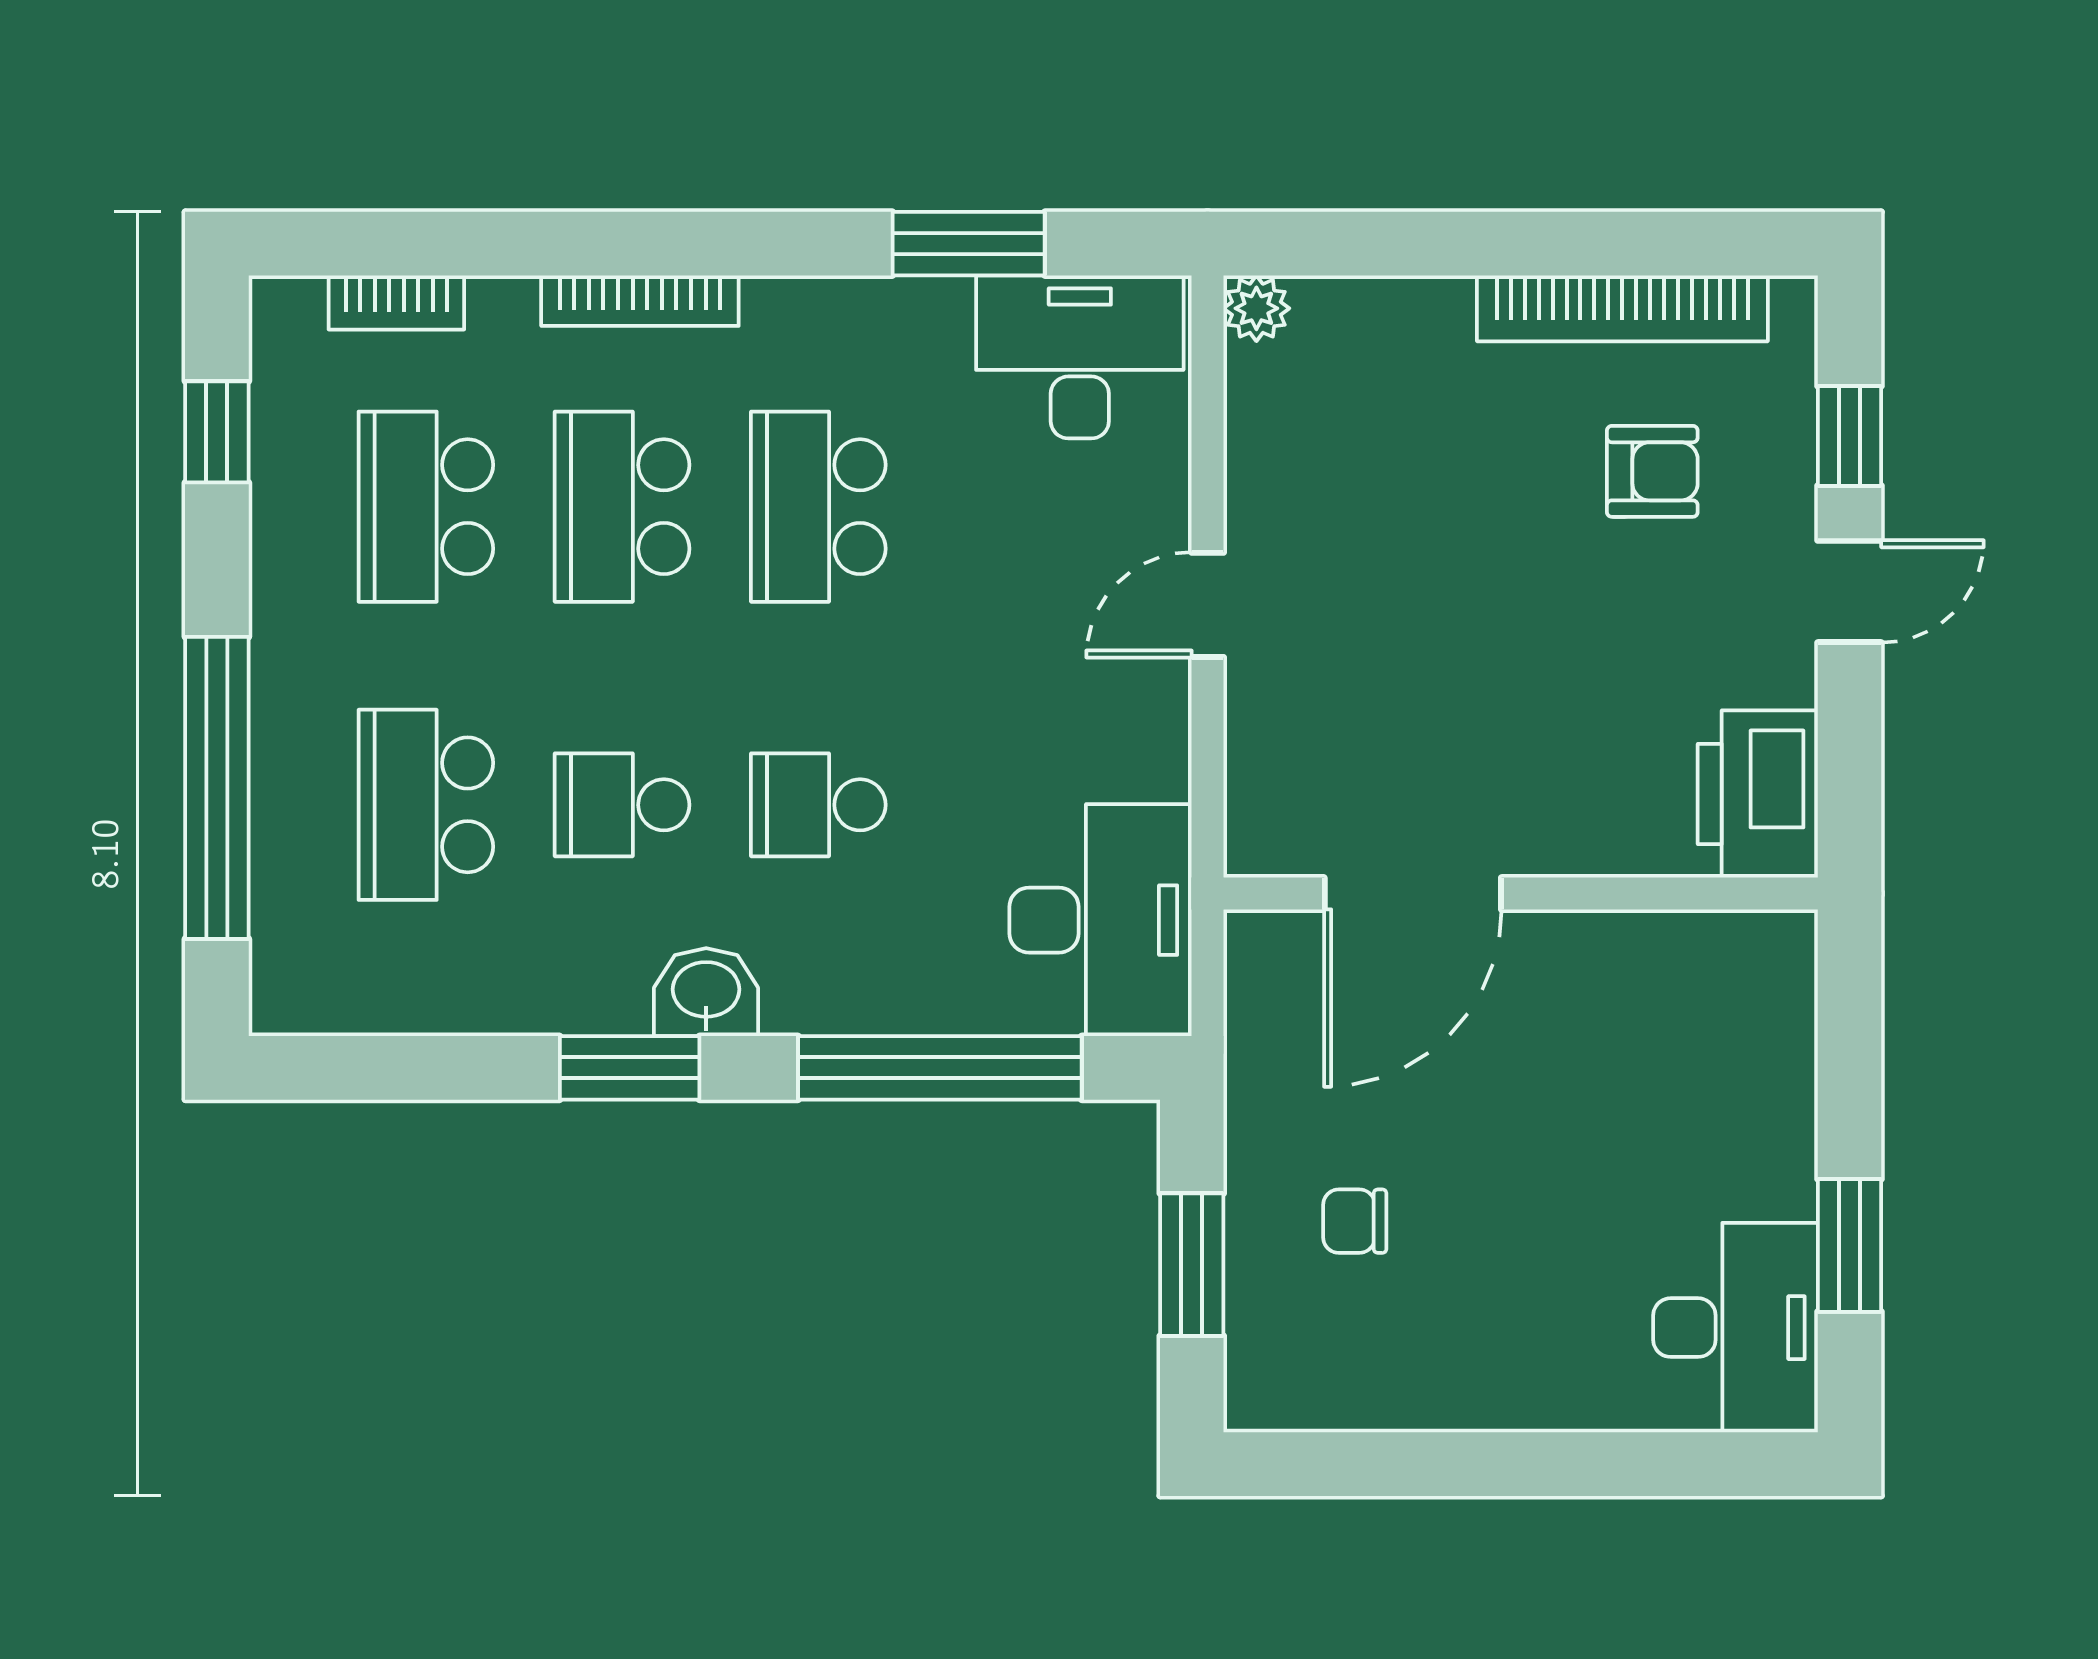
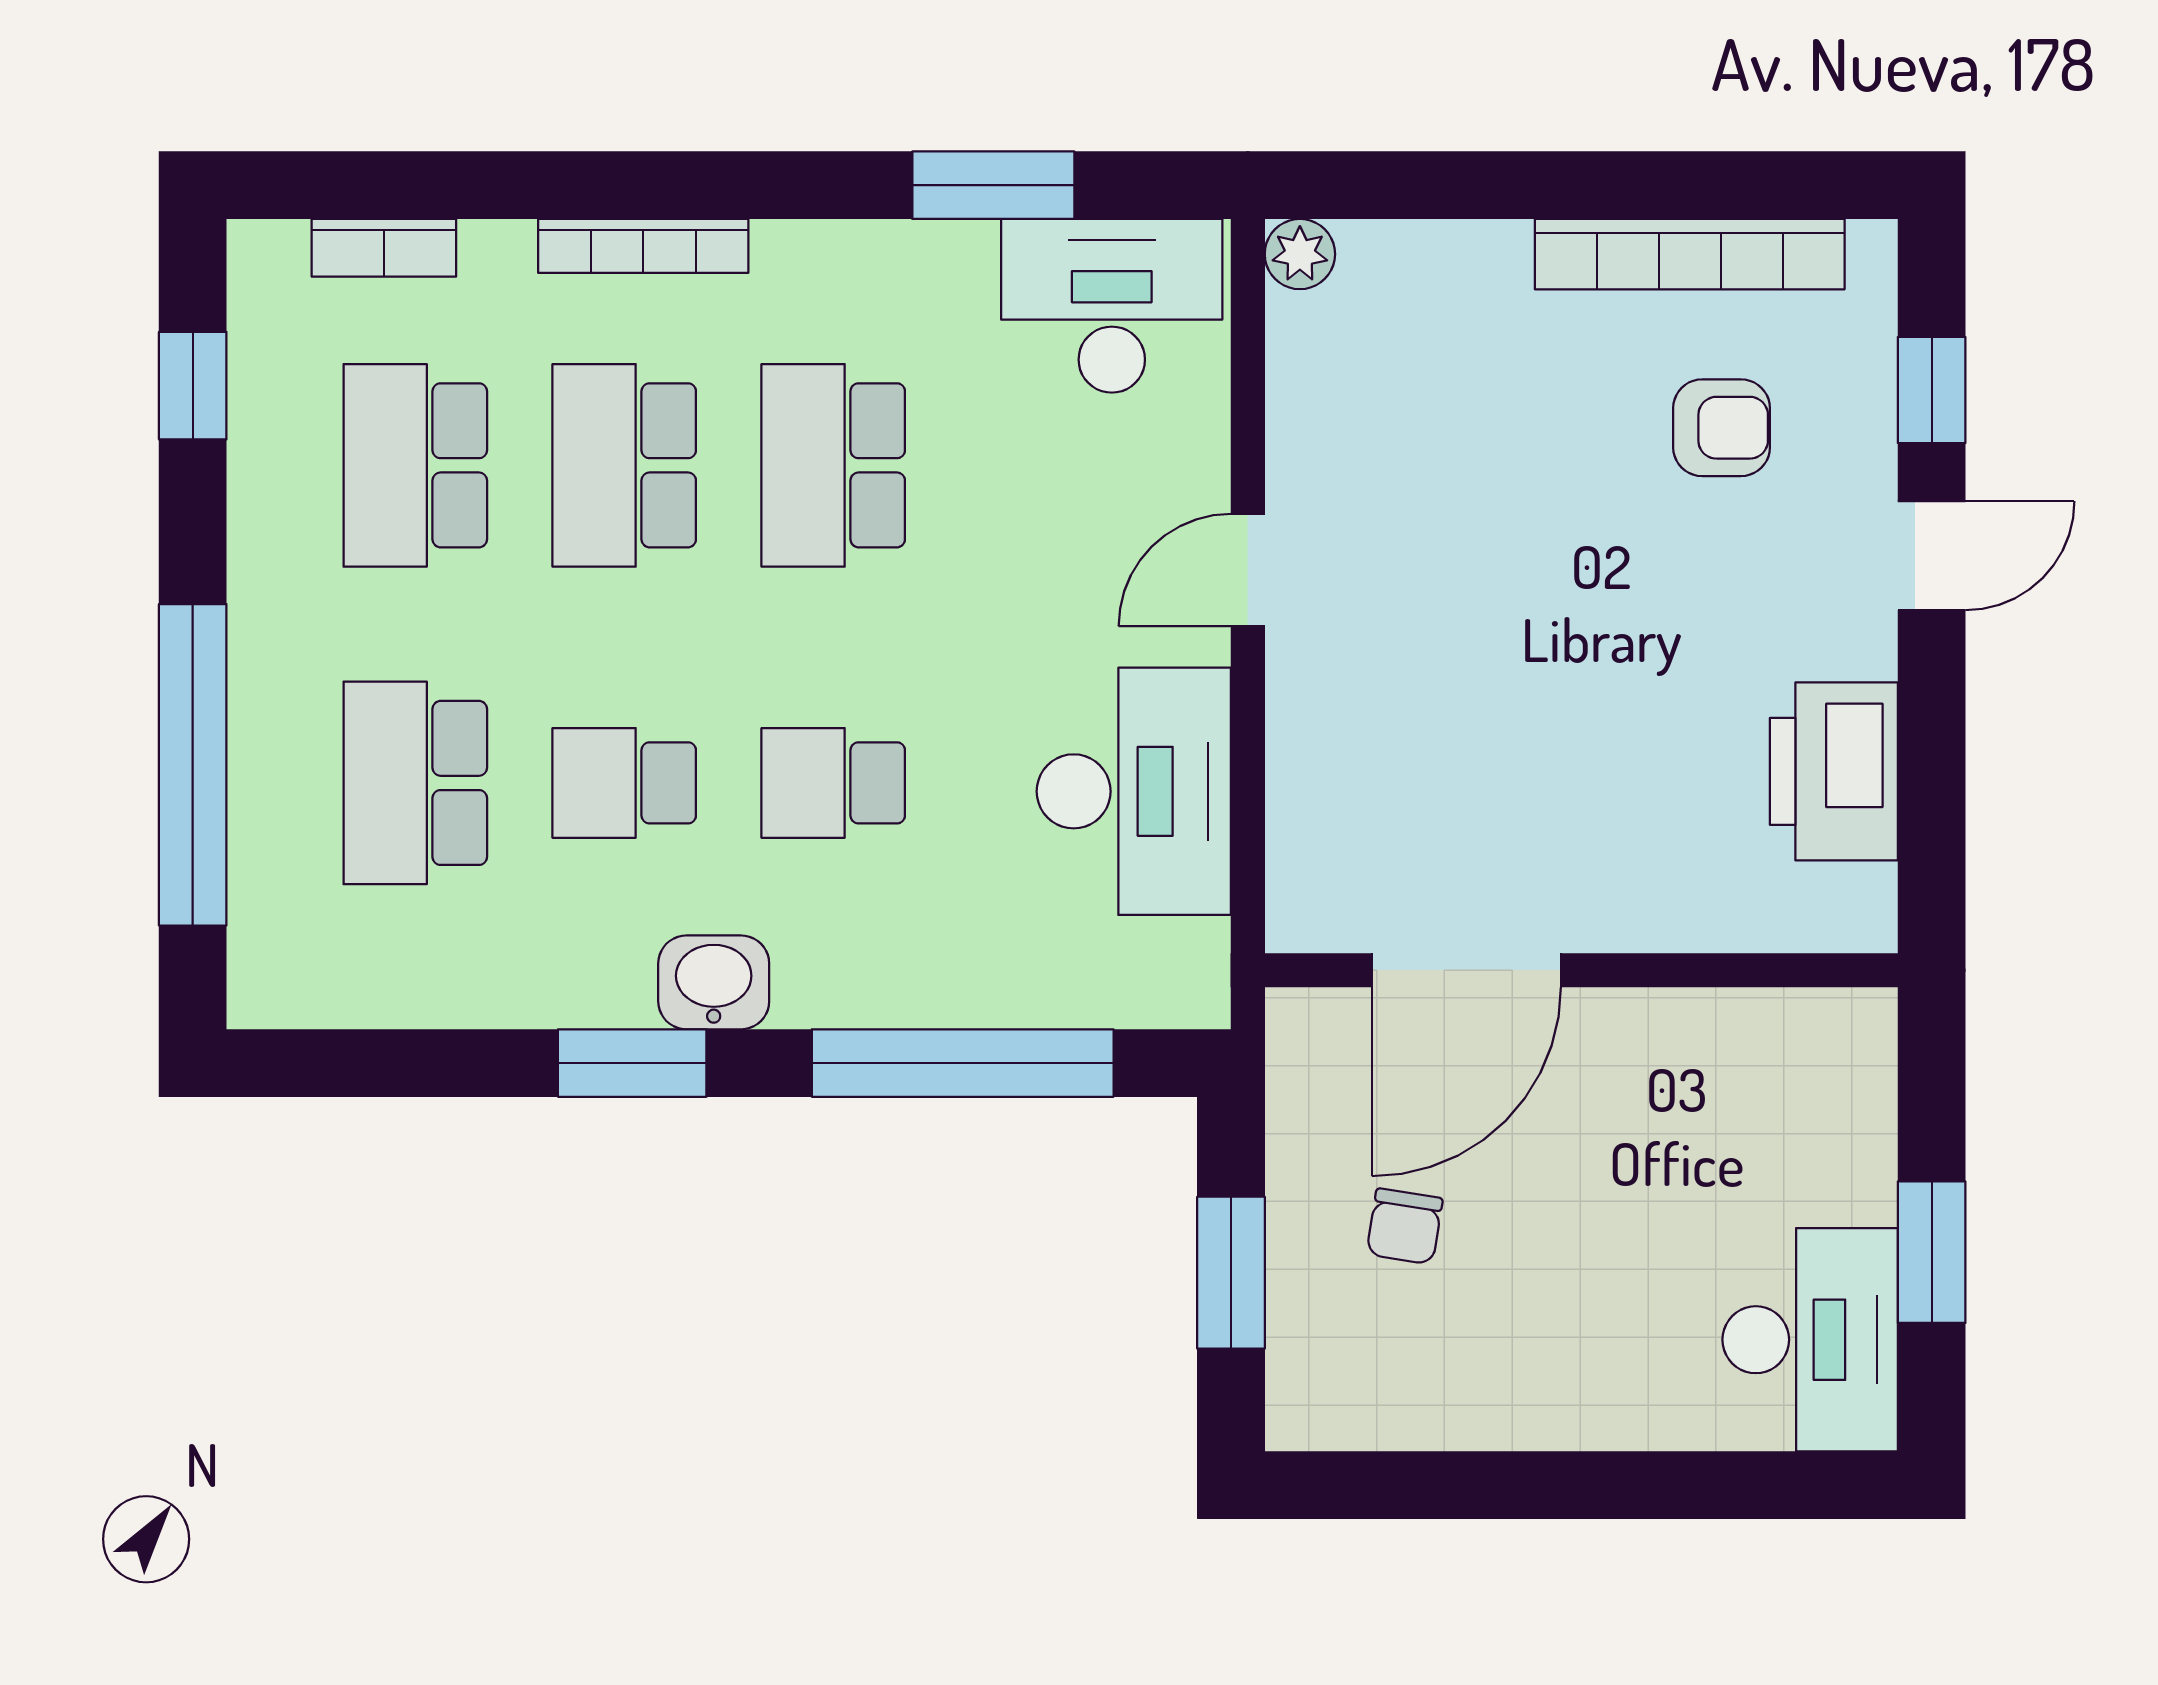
door: (1413, 894) -> (1466, 970), moved
wall: (1521, 894) -> (1581, 970), moved
desk: (1101, 920) -> (1134, 791), moved
chair: (1355, 1221) -> (1405, 1226), turned -81

